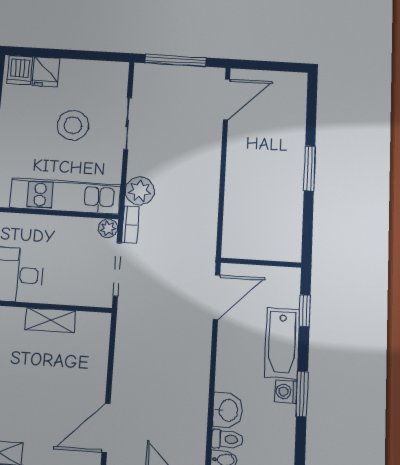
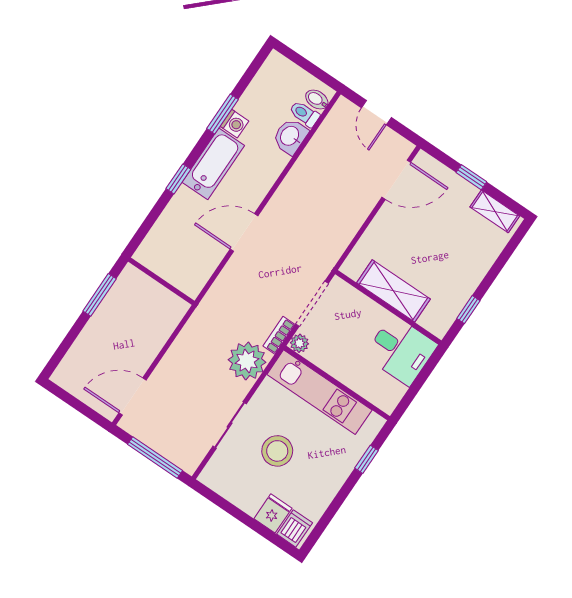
plant: (140, 191) -> (247, 361), width x1.36, depth x1.36
wall: (261, 263) -> (161, 281), moved
shelving: (50, 320) -> (394, 291), width x1.50, depth x1.33

